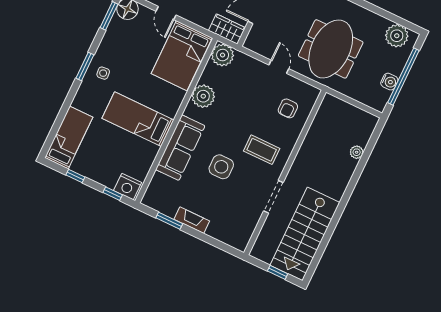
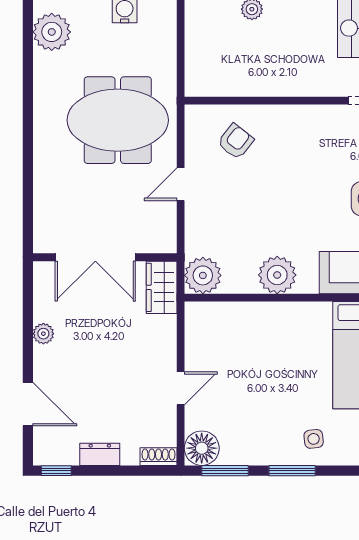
bed: (182, 56) -> (233, 335), removed
window: (85, 67) -> (292, 471), moved
armchair: (288, 108) -> (236, 141), turned -52
coffee table: (262, 150) -> (315, 151), removed

